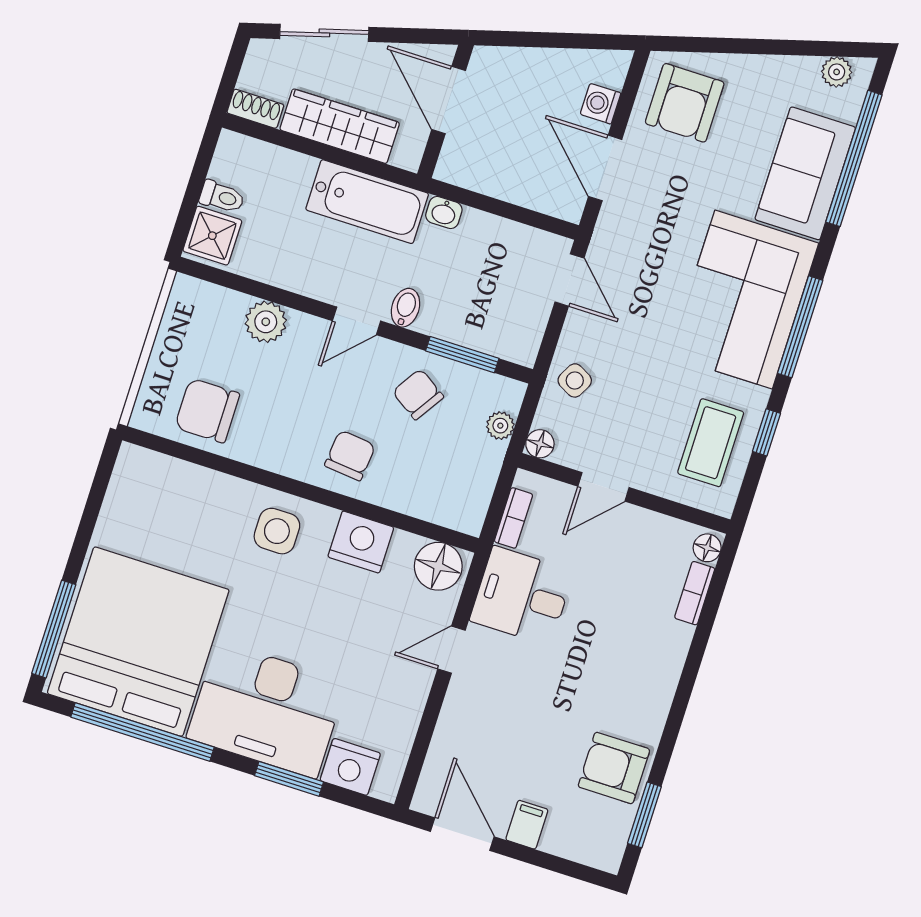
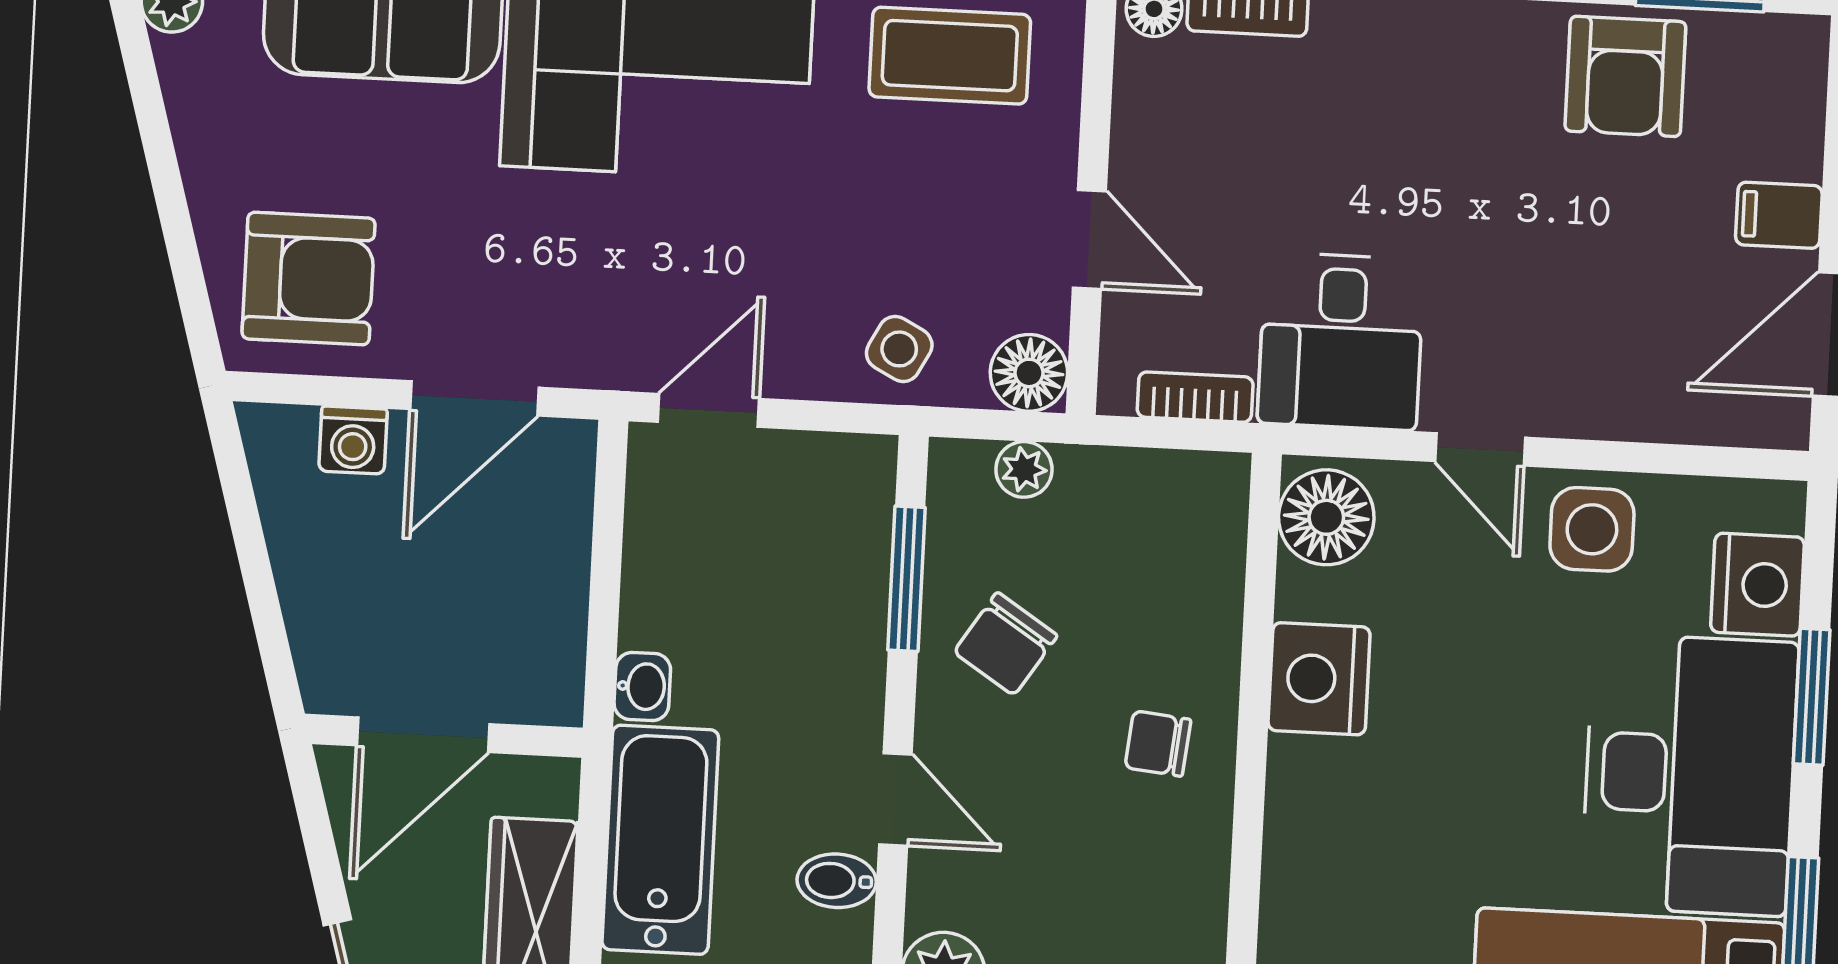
bidet: (405, 308) -> (837, 881), moved
floor lamp: (540, 444) -> (1029, 373), width x1.37, depth x1.37
chair: (350, 455) -> (1158, 744), width x0.73, depth x0.73
side table: (277, 531) -> (1592, 529), moved

